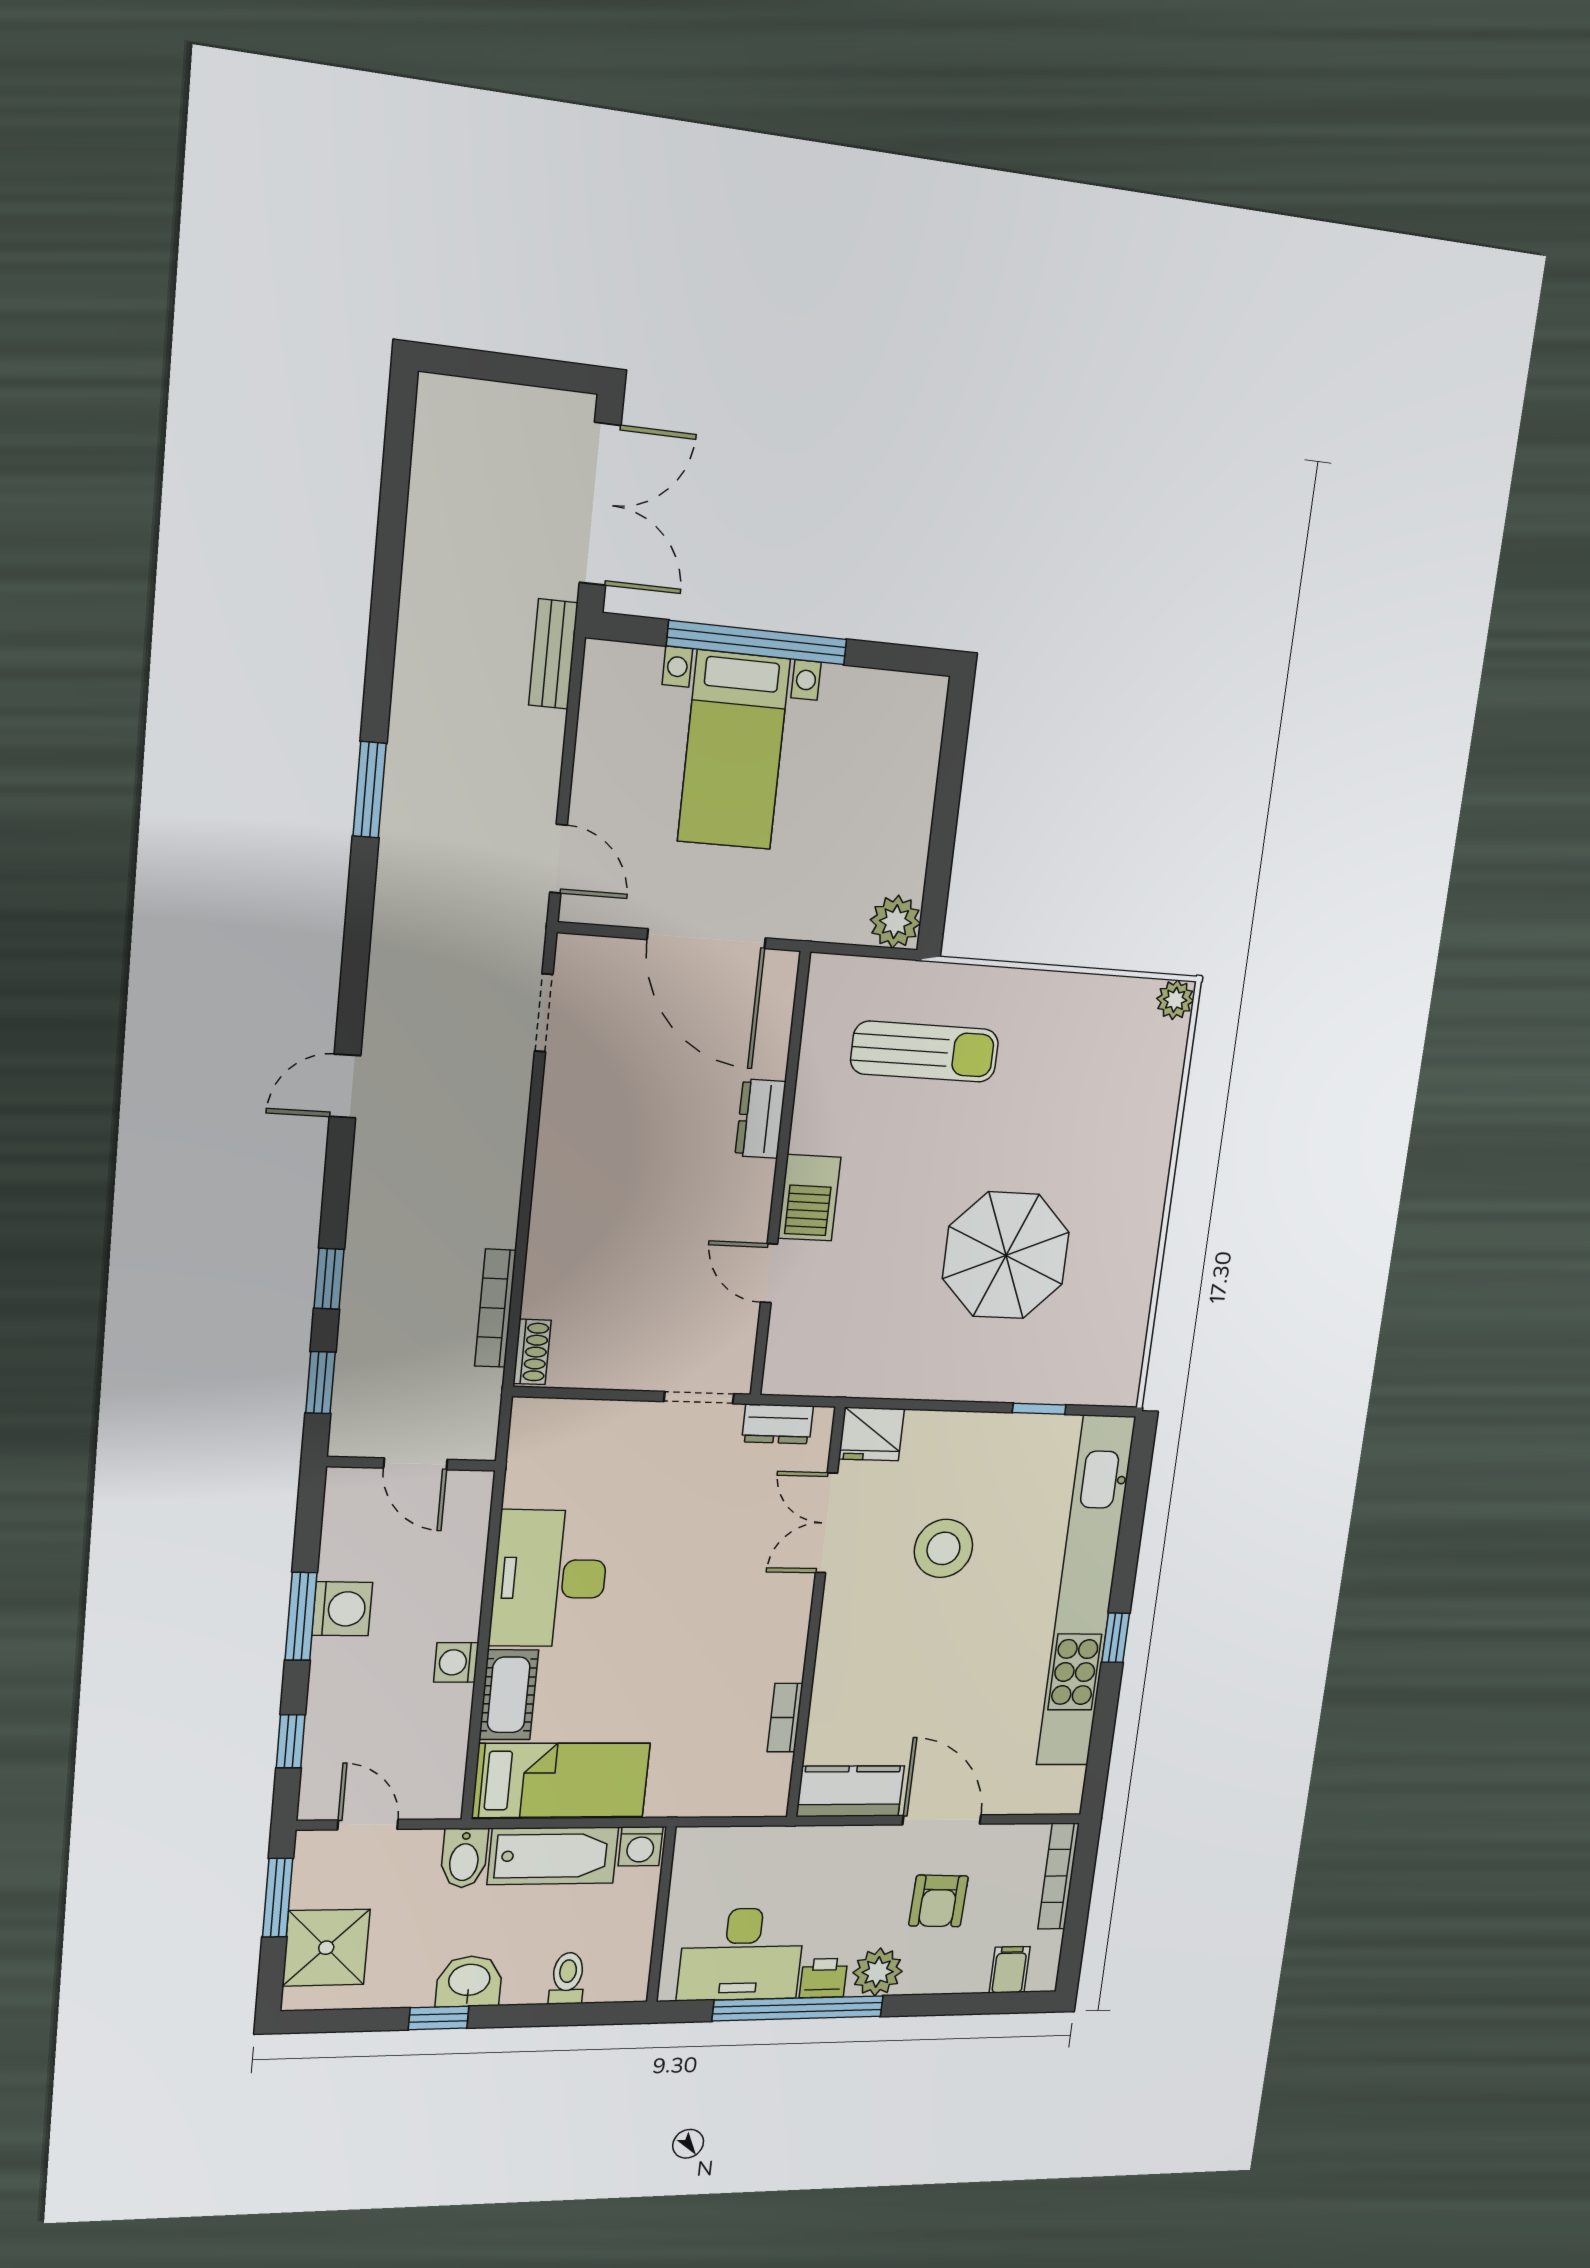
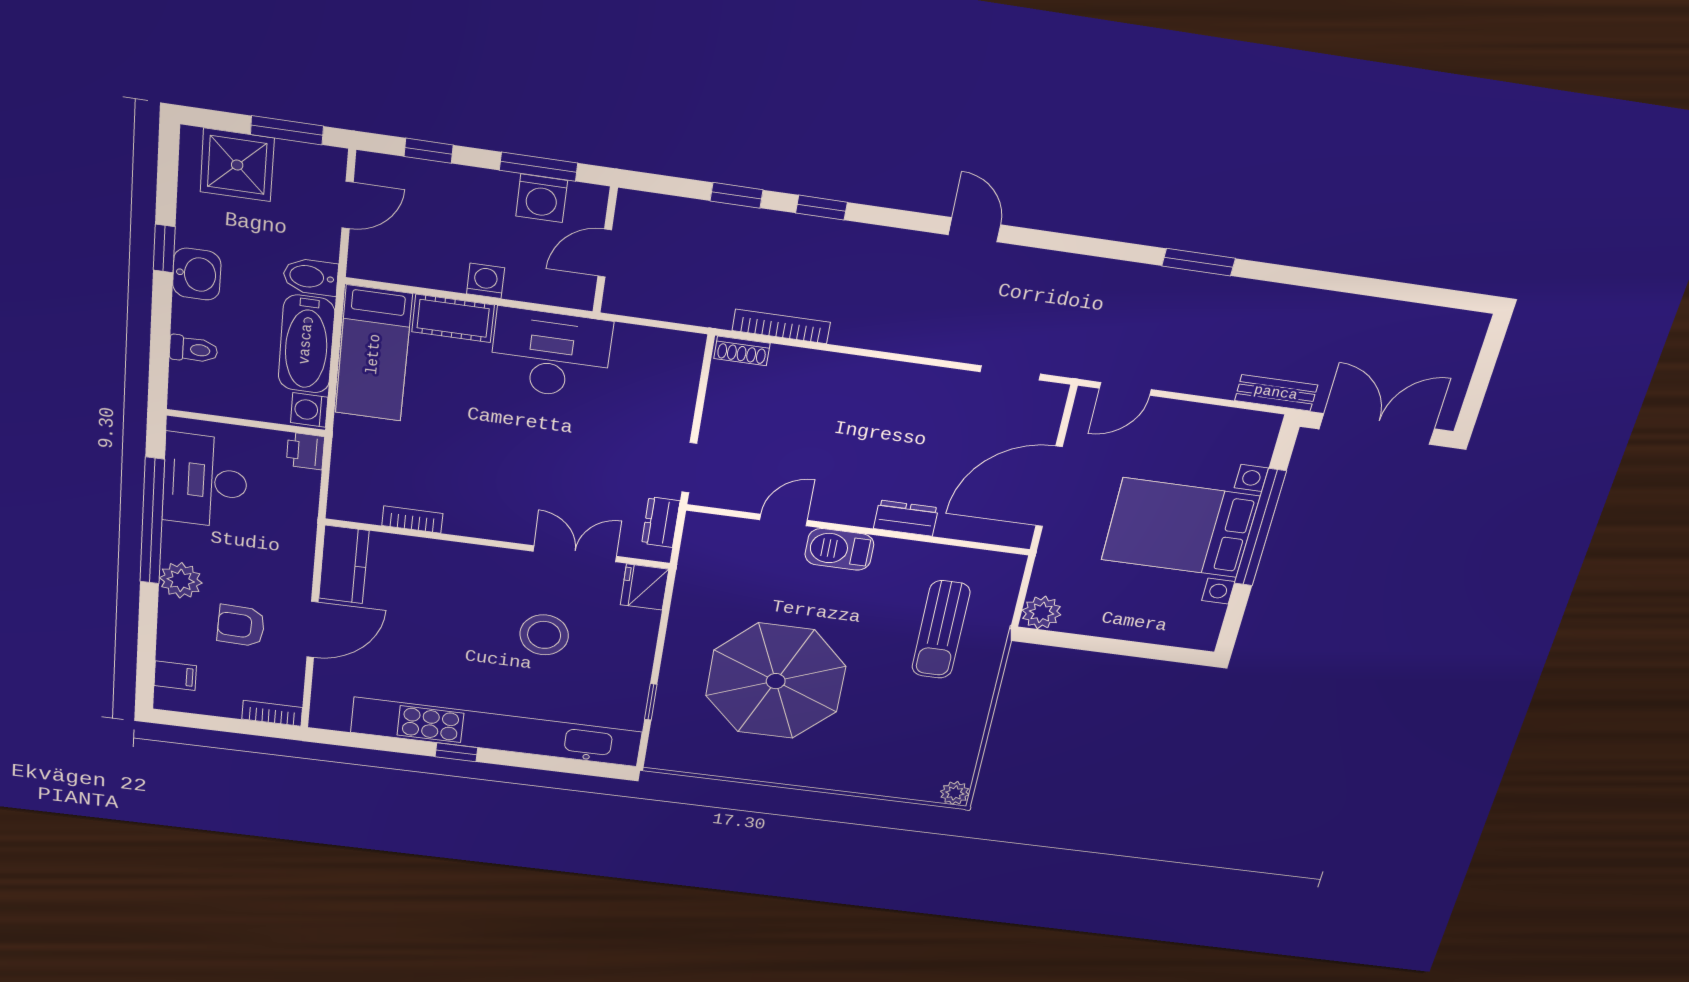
double door: (600, 504) -> (1377, 429), swing flipped
bed with nightstands: (734, 750) -> (1180, 528), width x1.36
parasol: (1006, 1255) -> (776, 681), width x1.36, depth x1.36
wall: (412, 1464) -> (605, 250), moved
door: (415, 1464) -> (605, 253), moved
bookcase: (1059, 1876) -> (272, 713), width x0.64
printer: (823, 1978) -> (305, 451), moved, turned 180

